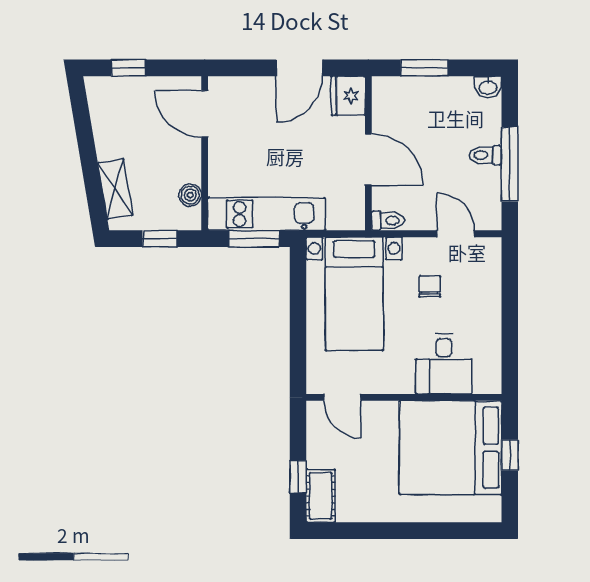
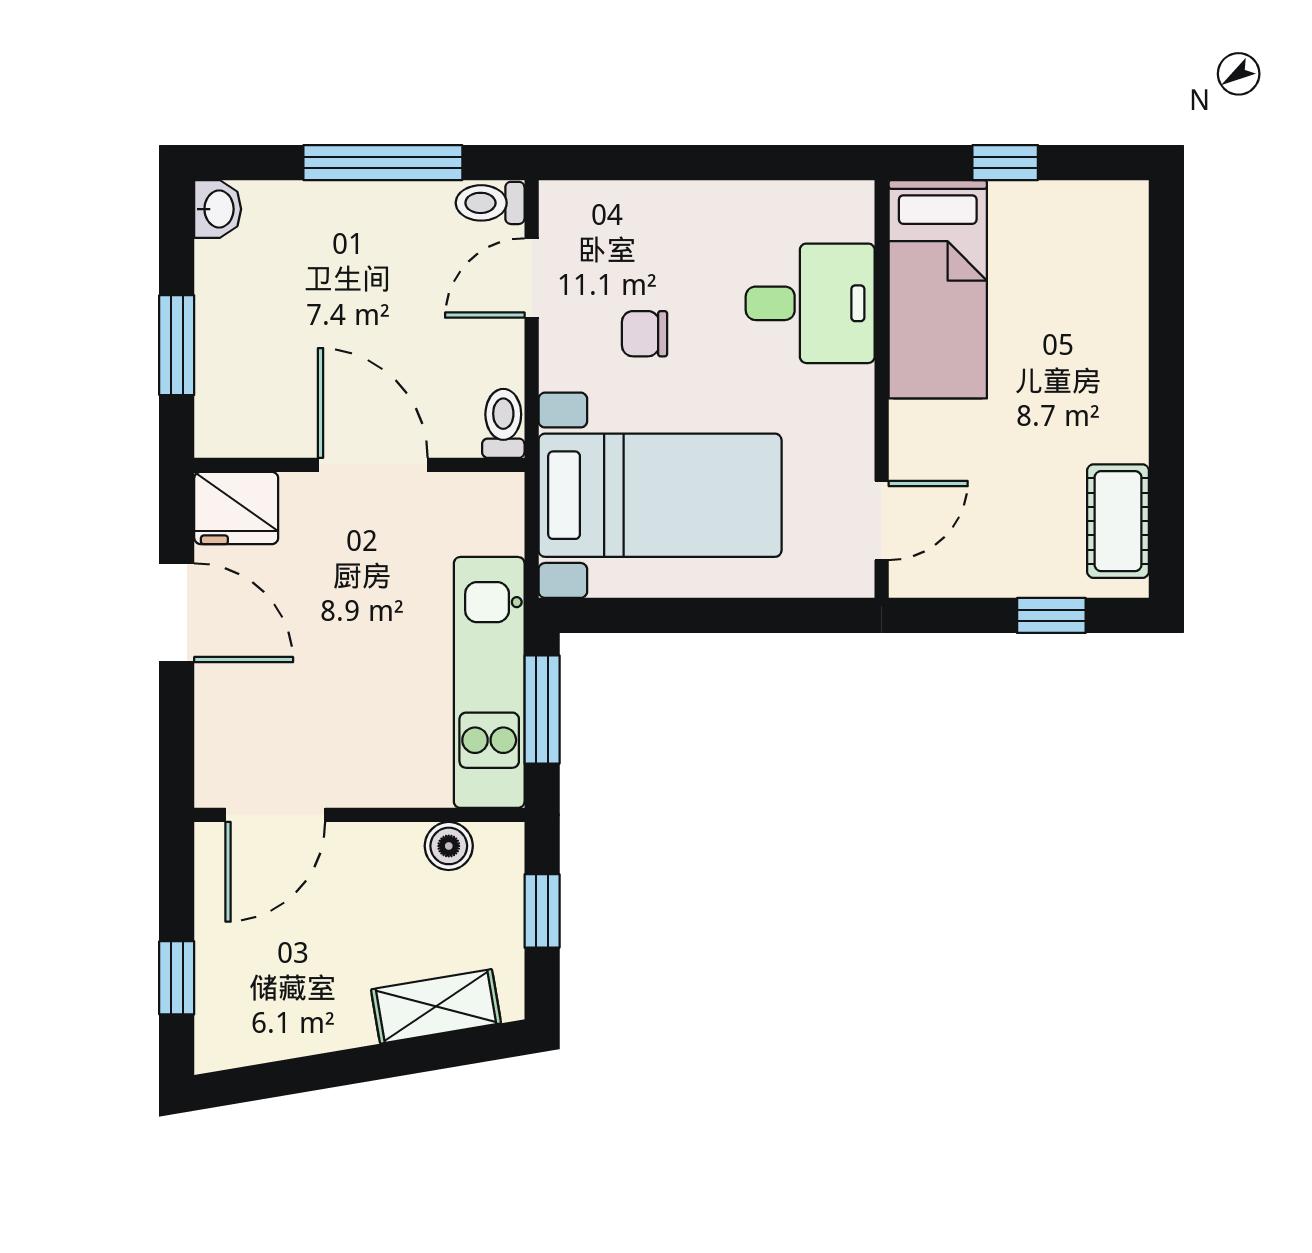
toilet: (485, 155) -> (490, 203), moved, turned 90
door: (368, 160) -> (373, 465), hinge flipped
bed: (450, 448) -> (938, 289), width x0.49
cot: (321, 496) -> (1118, 521), moved, turned 90

